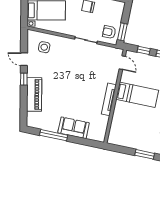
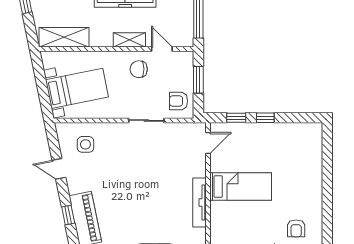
window: (122, 32) -> (198, 80), moved
door: (122, 63) -> (208, 143), hinge flipped
window: (24, 79) -> (68, 215), moved

